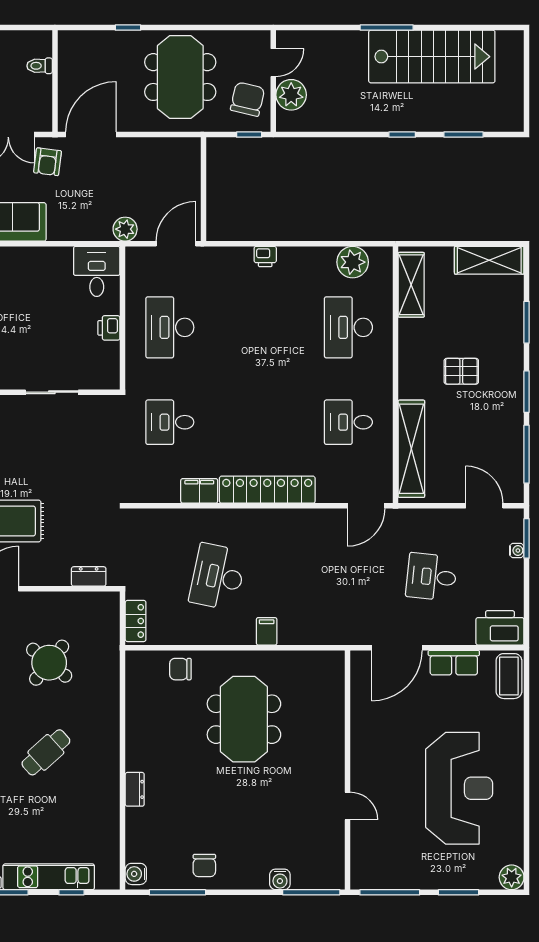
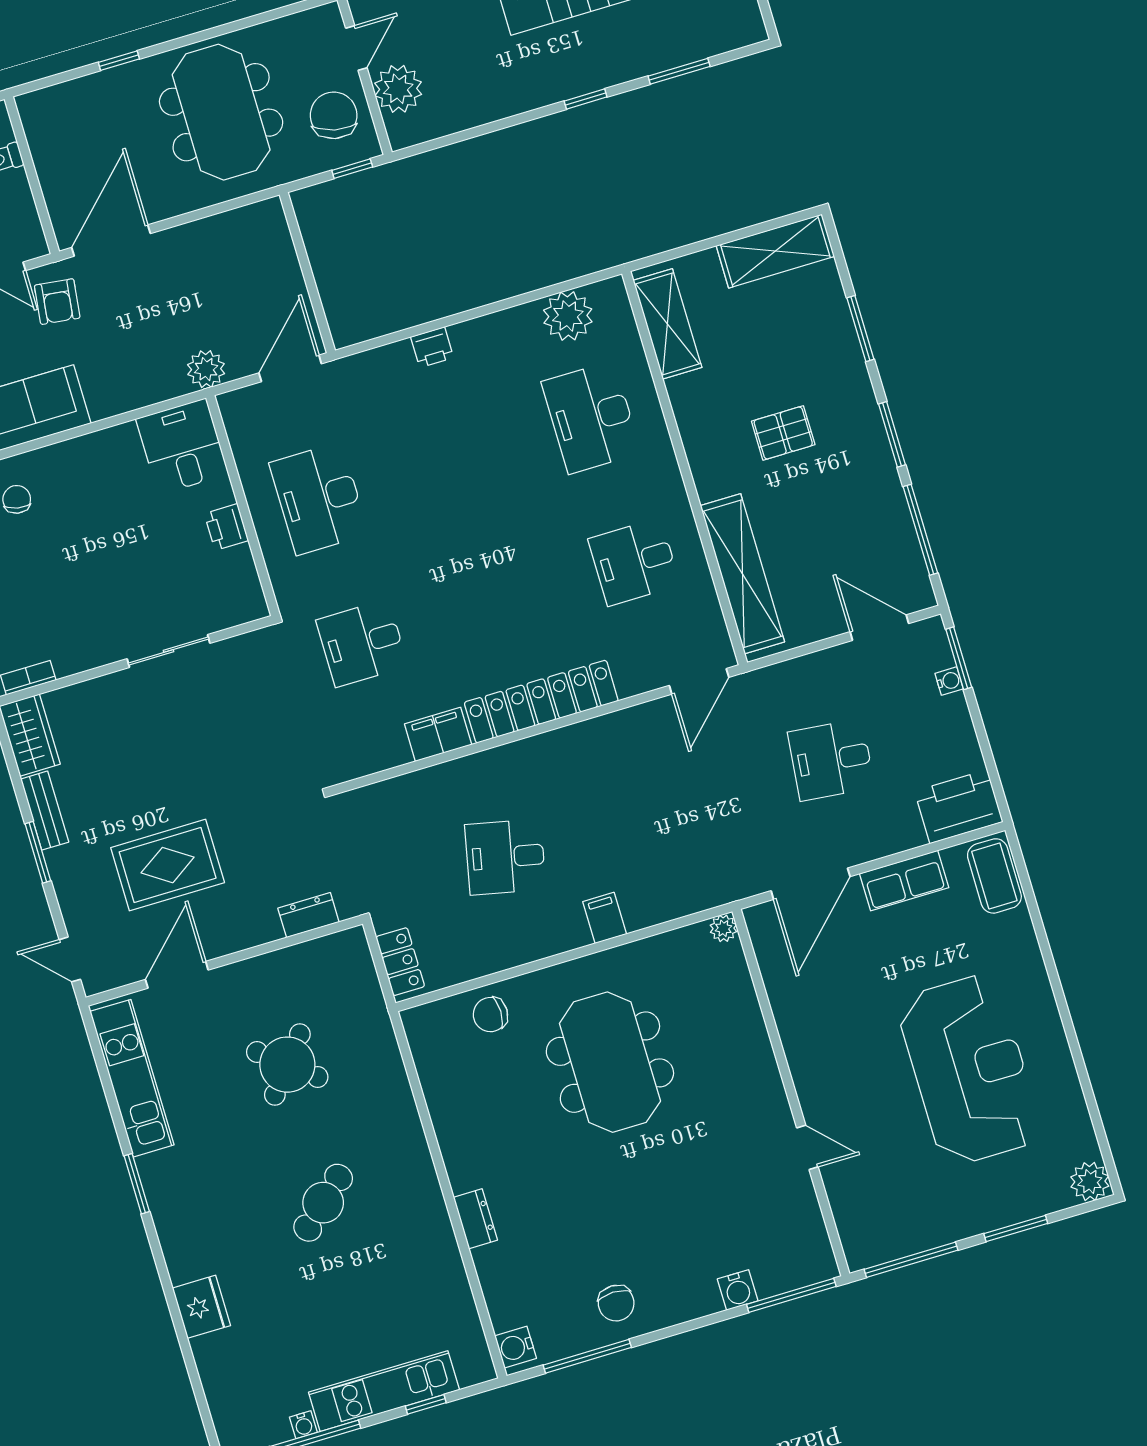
desk: (218, 577) -> (505, 857), width x0.73
plant: (336, 659) -> (723, 928), added

